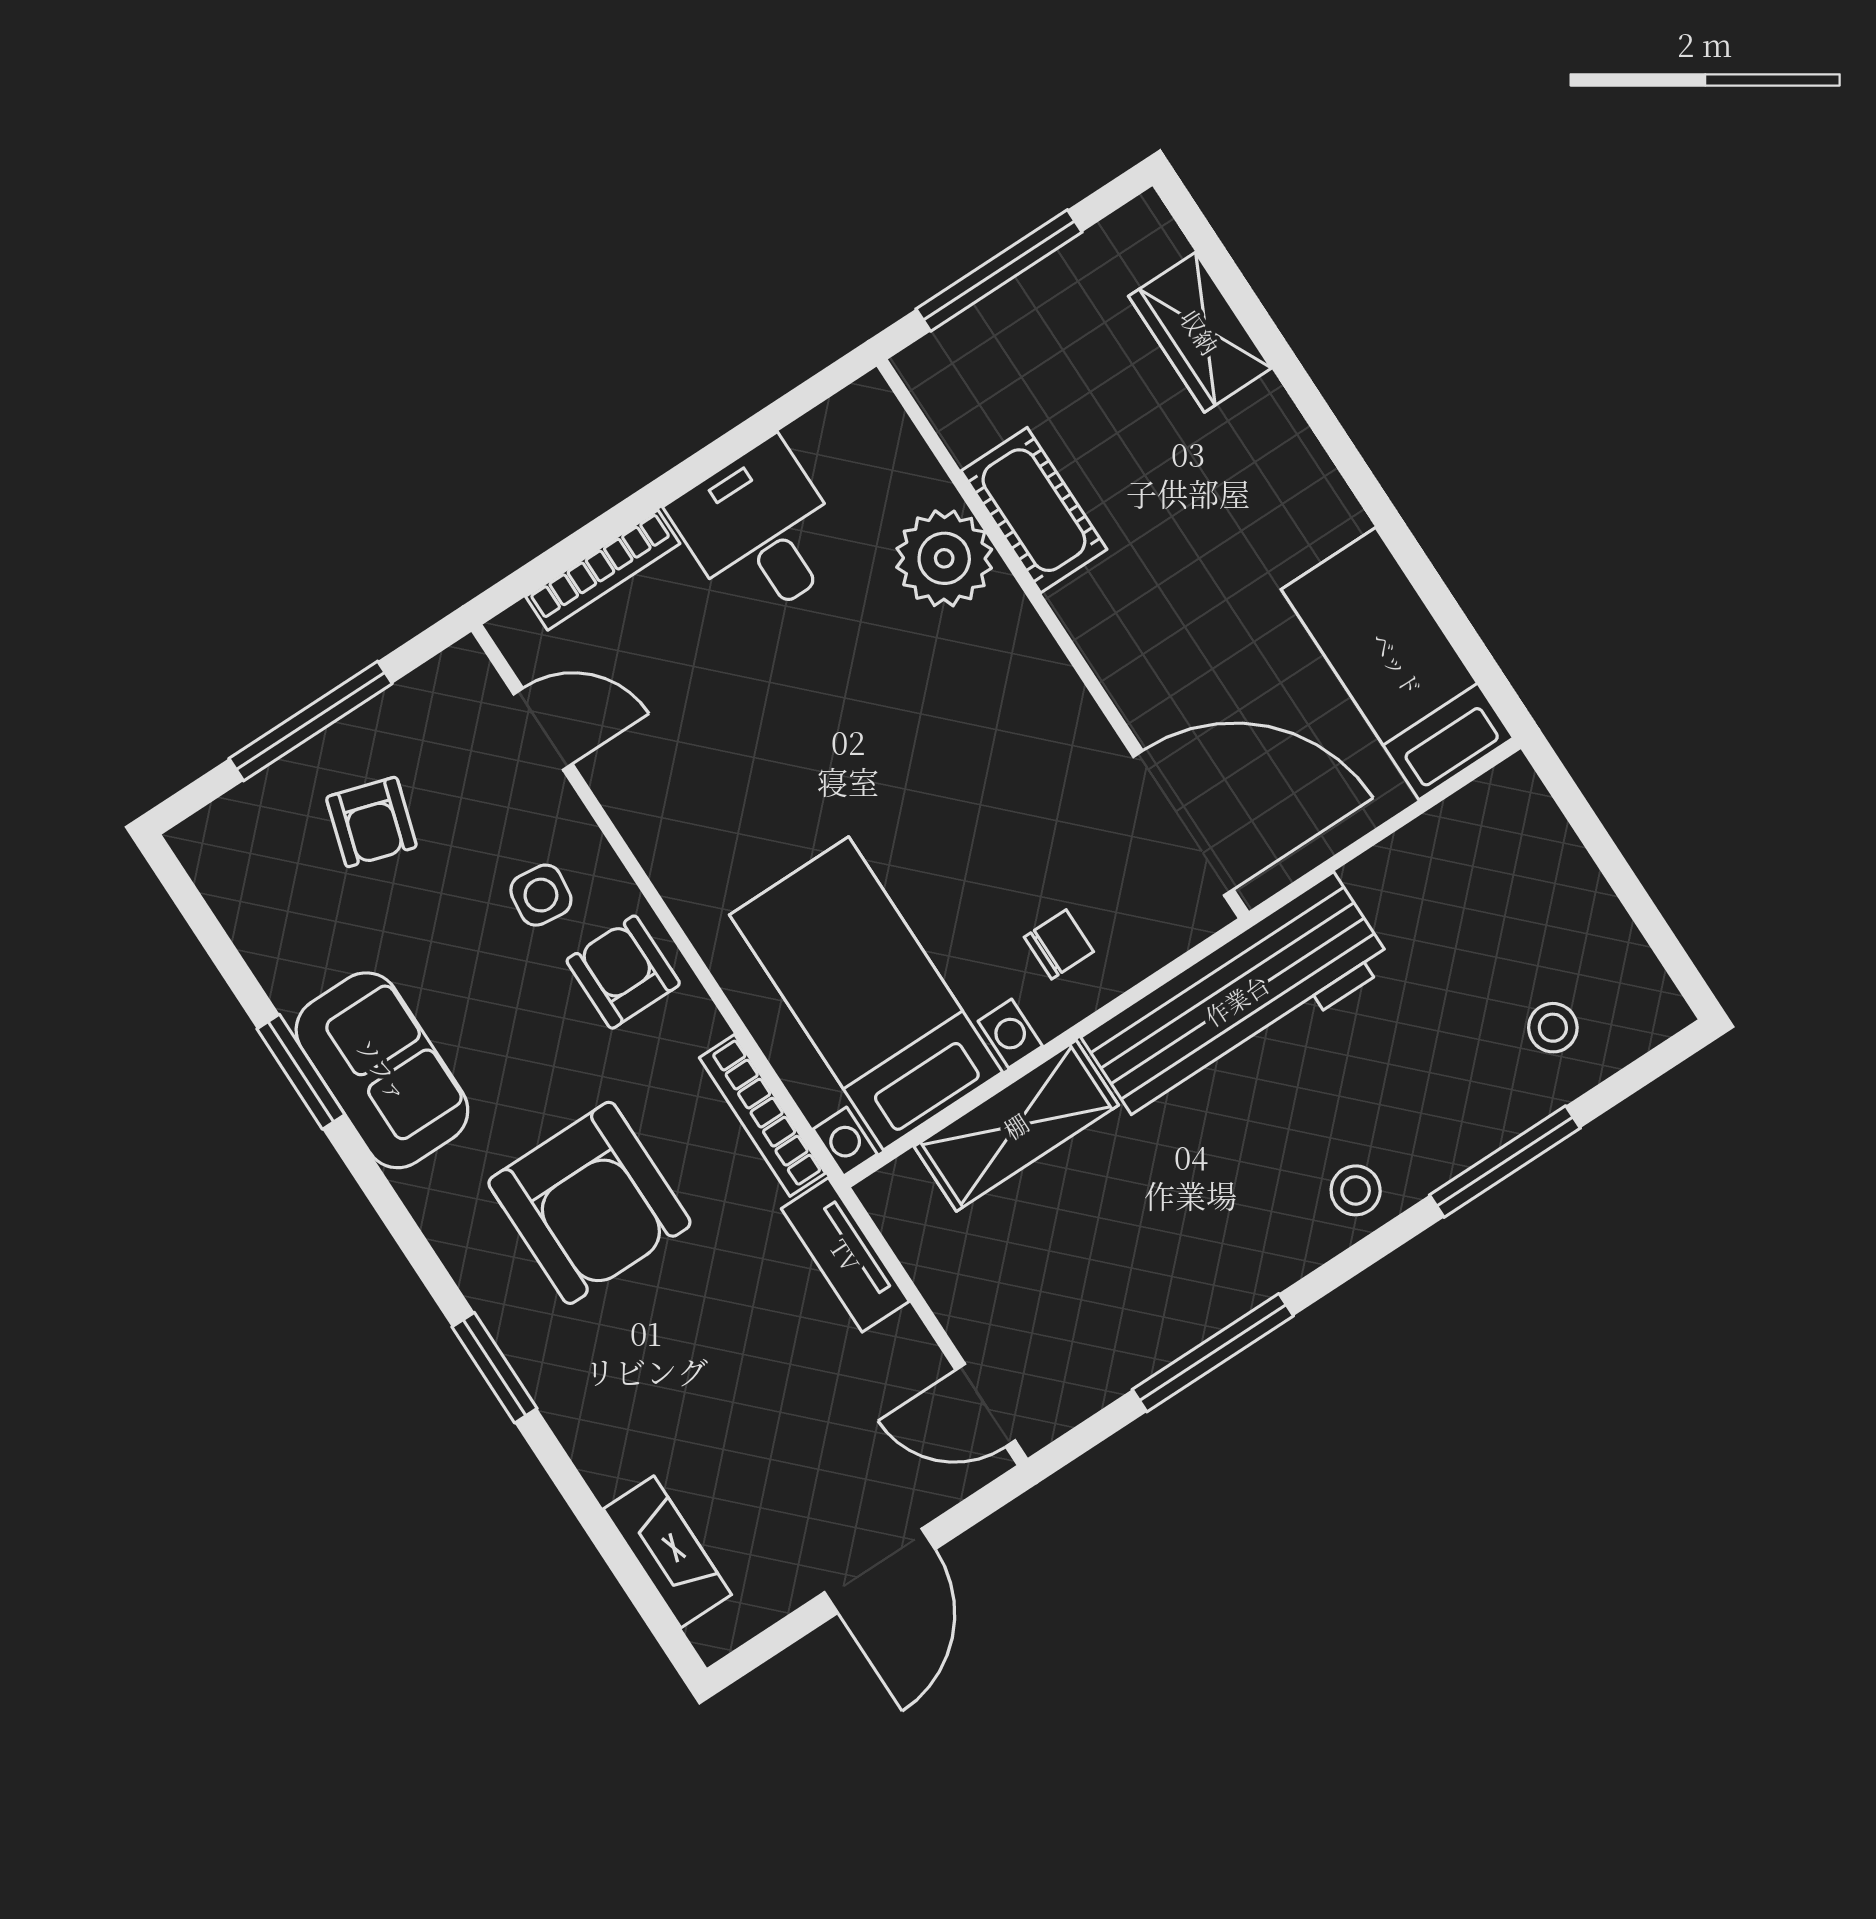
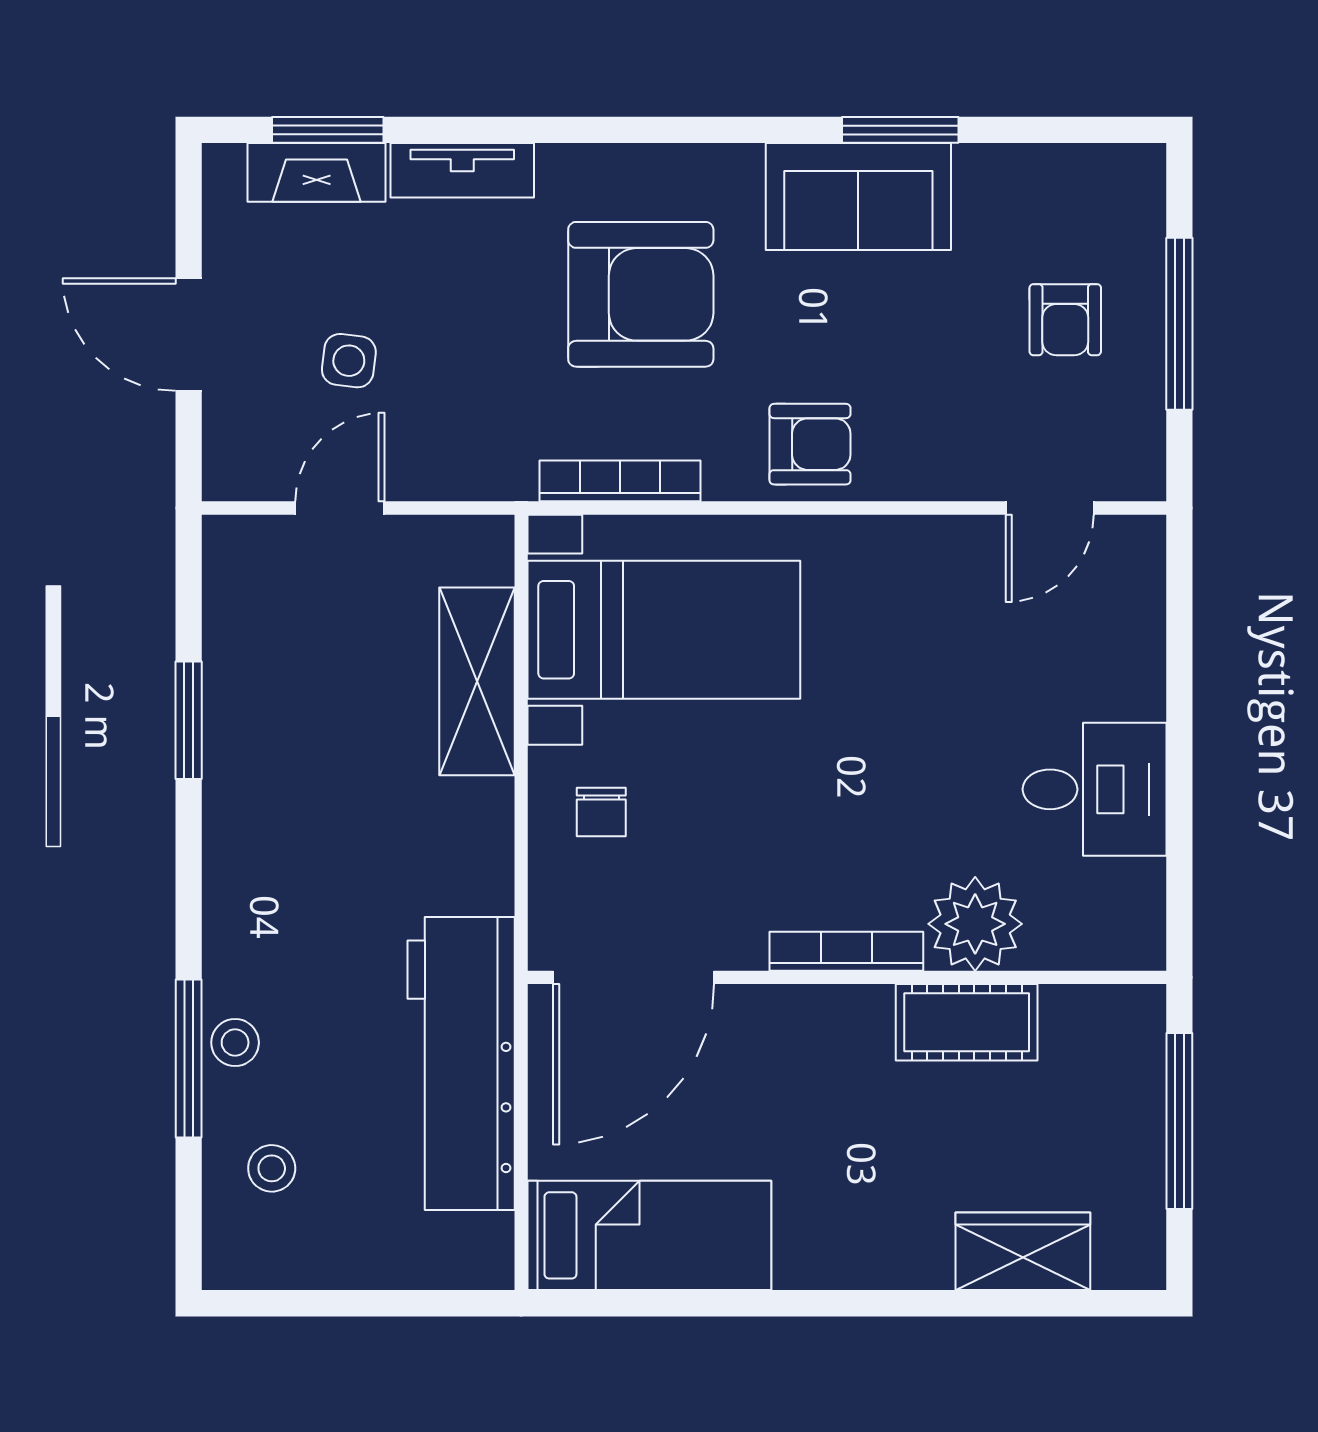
bookcase: (603, 570) -> (846, 951), moved, turned 90
armchair: (371, 822) -> (1065, 320), turned -107
side table: (541, 895) -> (349, 361), moved
workbench: (1237, 1000) -> (461, 1063), moved
stool: (1356, 1190) -> (235, 1043), moved
armchair: (589, 1203) -> (641, 294), turned 180
tv unit: (845, 1255) -> (462, 170), moved, turned 180
window: (1213, 1353) -> (189, 720), width x0.69
window: (495, 1368) -> (328, 130), moved
door: (985, 1405) -> (340, 508), moved

